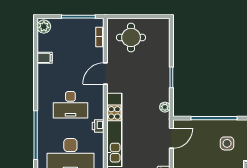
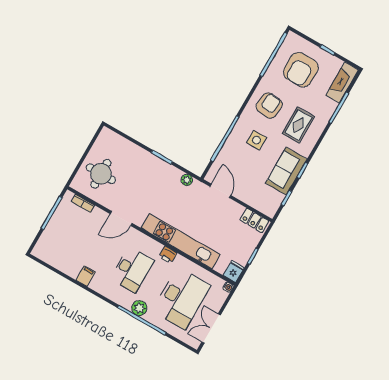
plant: (44, 27) -> (139, 308), moved
filing cabinet: (45, 58) -> (86, 276), moved
door: (105, 73) -> (121, 219), hinge flipped

